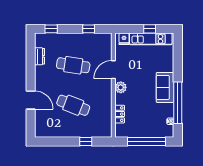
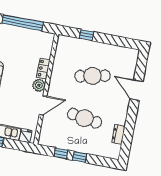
window: (51, 29) -> (80, 157), moved
cafe table: (73, 105) -> (93, 76), turned -33
locker: (120, 114) -> (43, 68), moved

